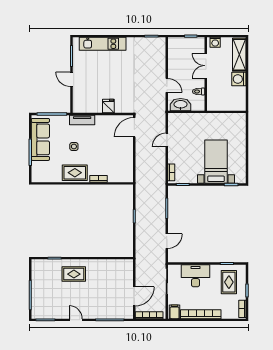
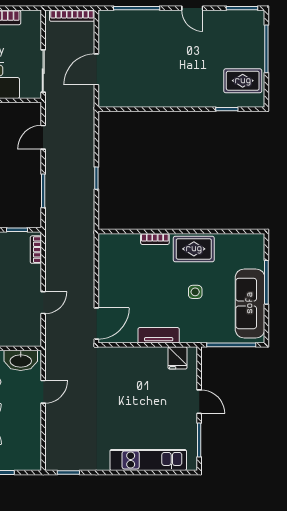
door: (167, 85) -> (43, 392), swing flipped
fridge: (108, 106) -> (178, 358), moved
tv unit: (82, 120) -> (159, 335), moved
rug: (74, 274) -> (243, 81), moved
door: (134, 296) -> (96, 69), moved
filing cabinet: (175, 312) -> (31, 21), removed

